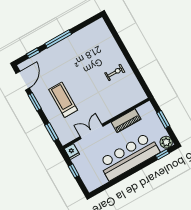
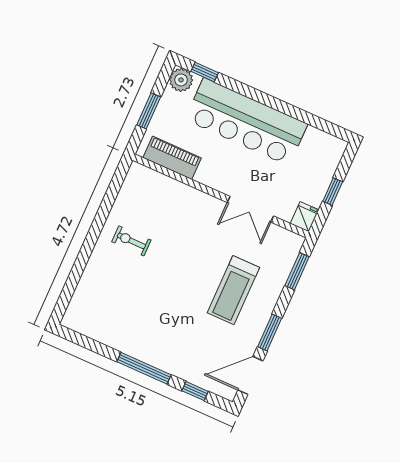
piano: (126, 121) -> (172, 158), moved

